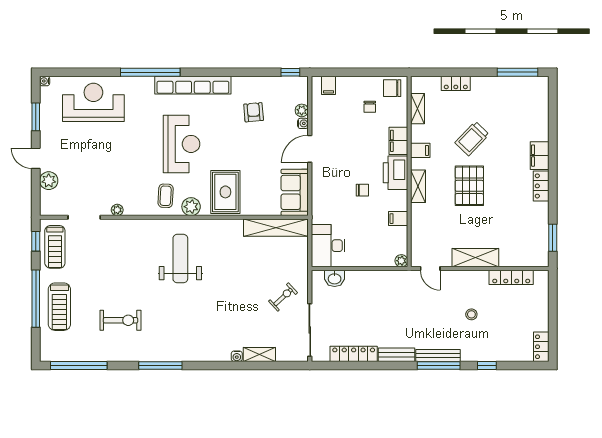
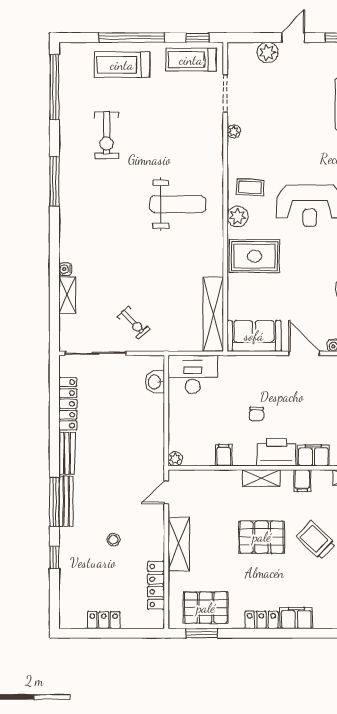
pallet: (530, 234) -> (206, 608), added
locker: (541, 347) -> (104, 620), moved

